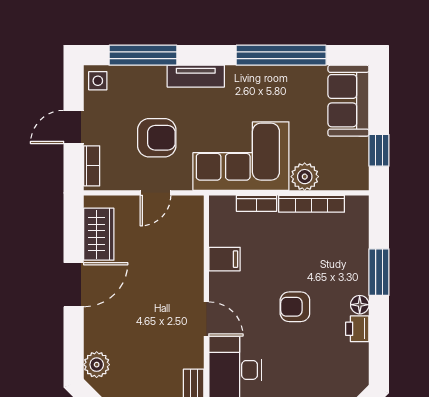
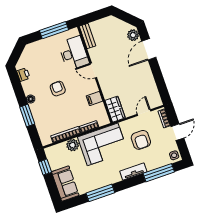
window: (281, 55) -> (100, 193), width x0.68
armchair: (157, 138) -> (141, 140), turned -90
door: (156, 193) -> (144, 113), moved
wardrobe: (99, 234) -> (115, 109), moved, turned 180
door: (74, 285) -> (149, 49), moved
armchair: (295, 307) -> (58, 89), turned -92
printer: (357, 329) -> (23, 75), moved

